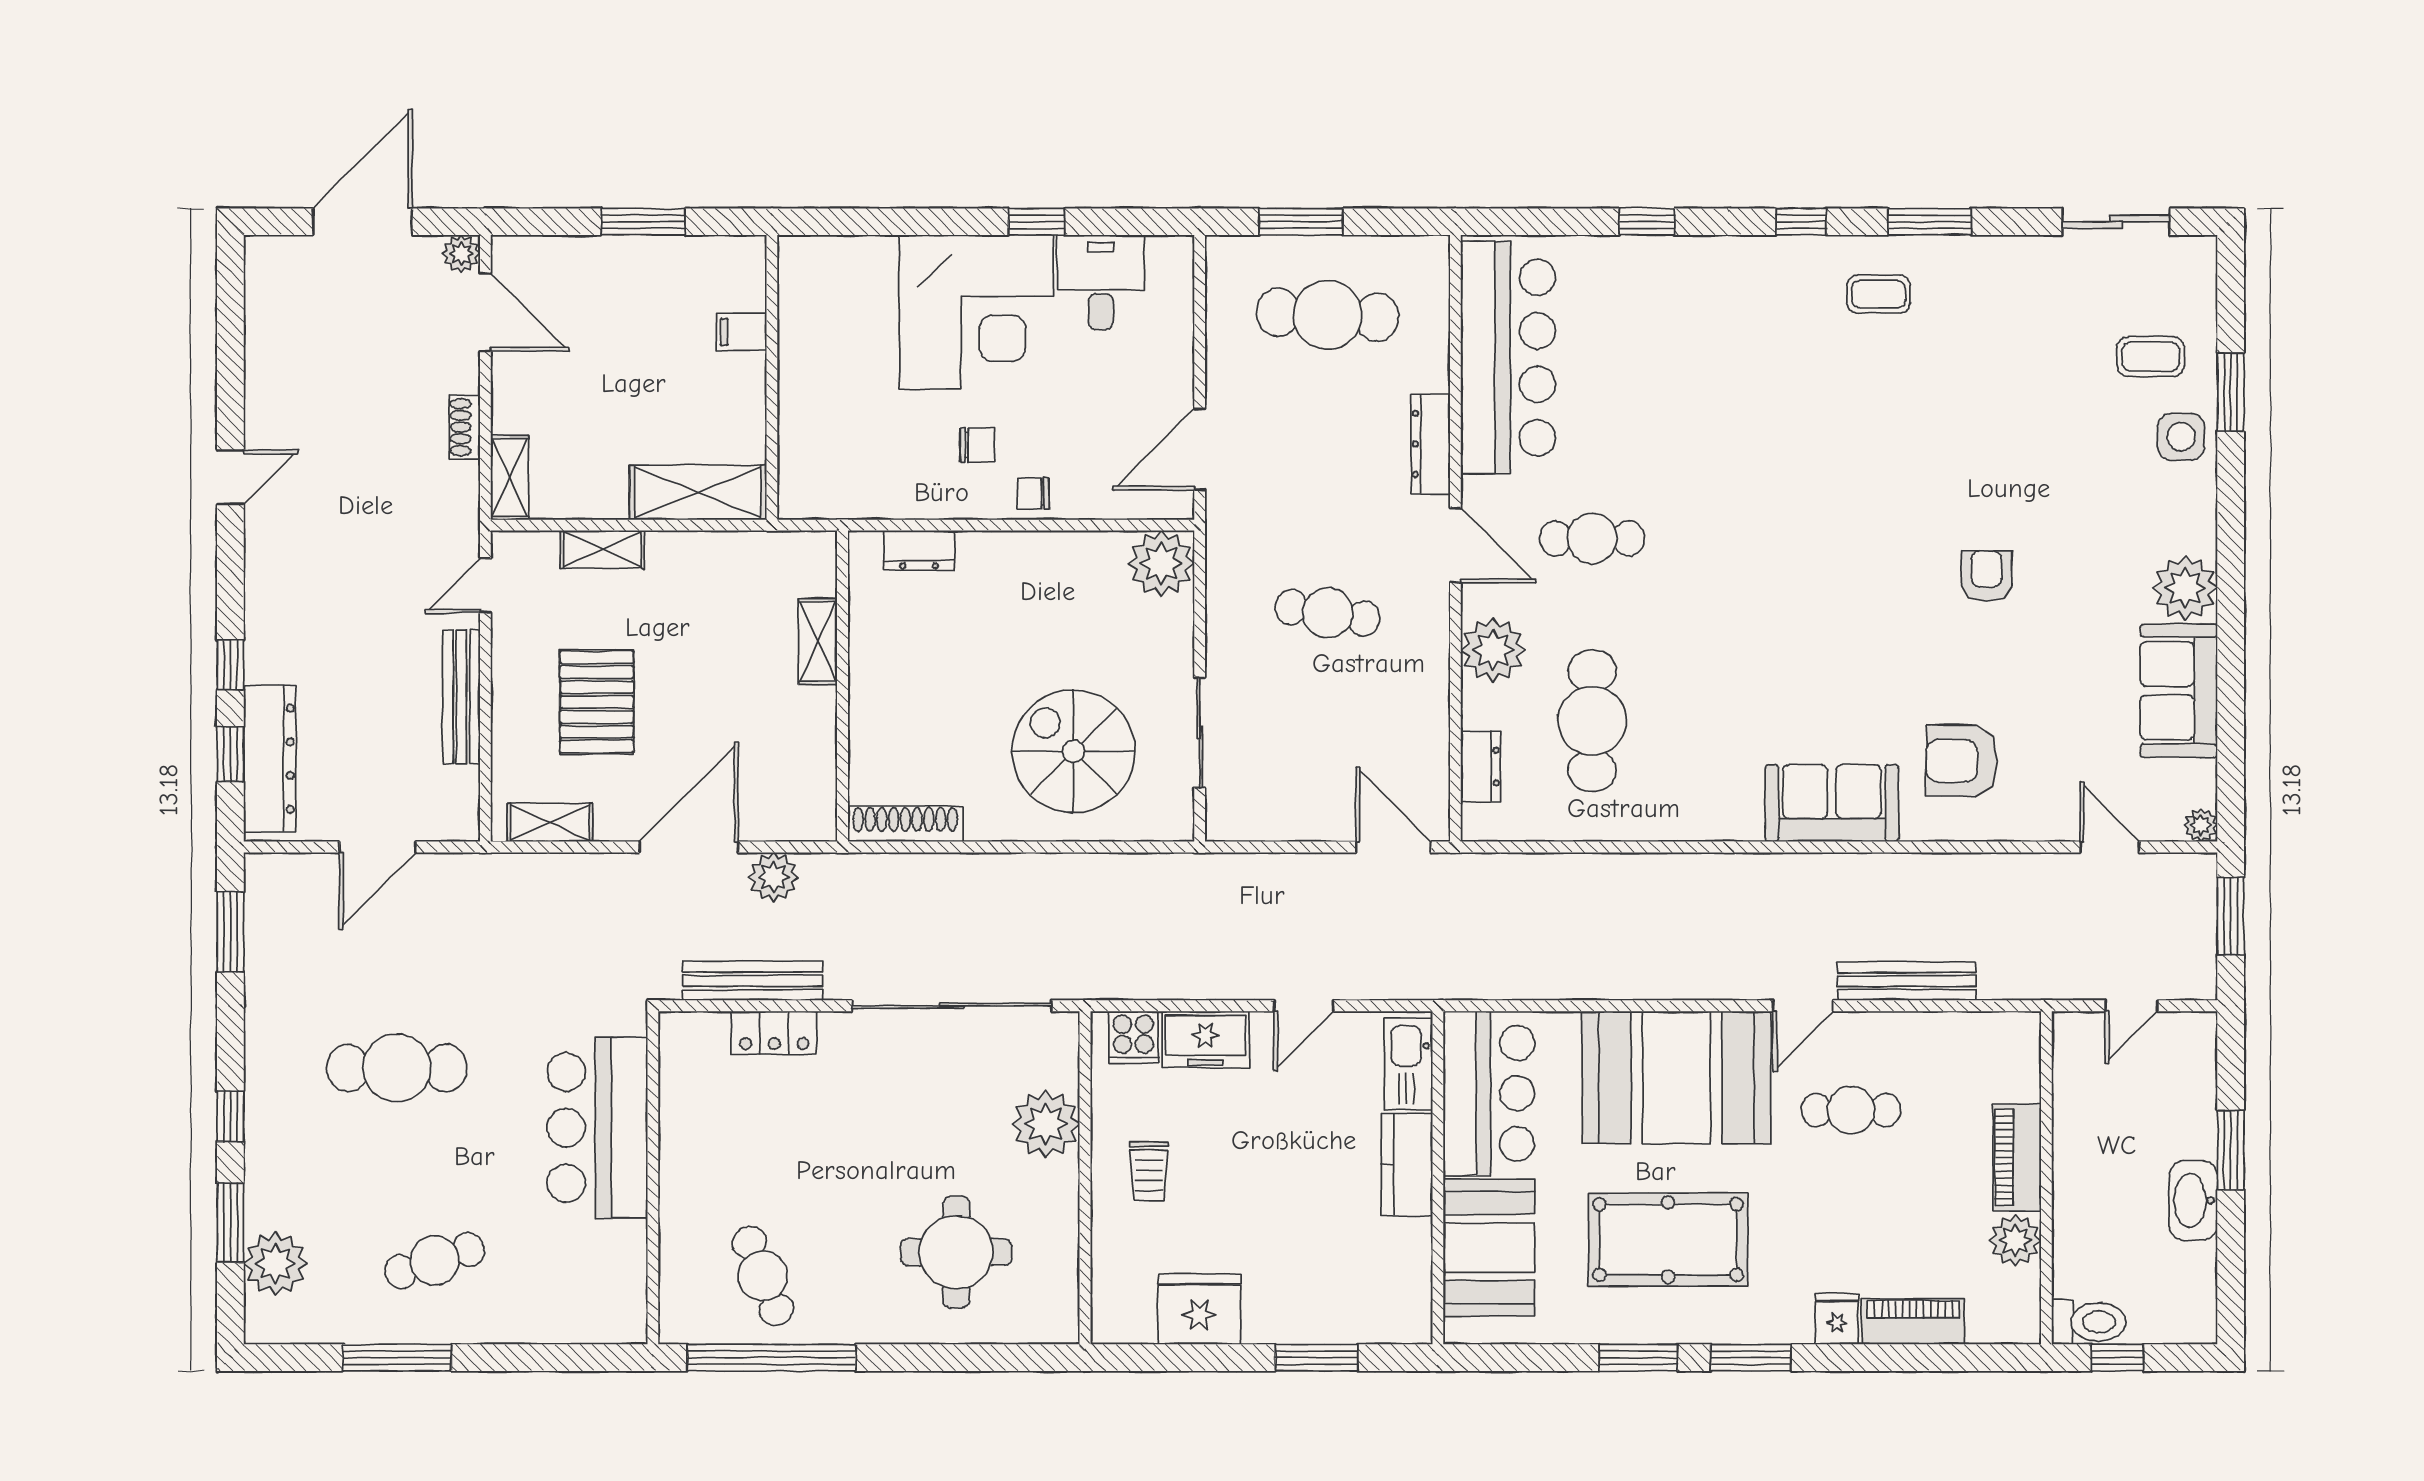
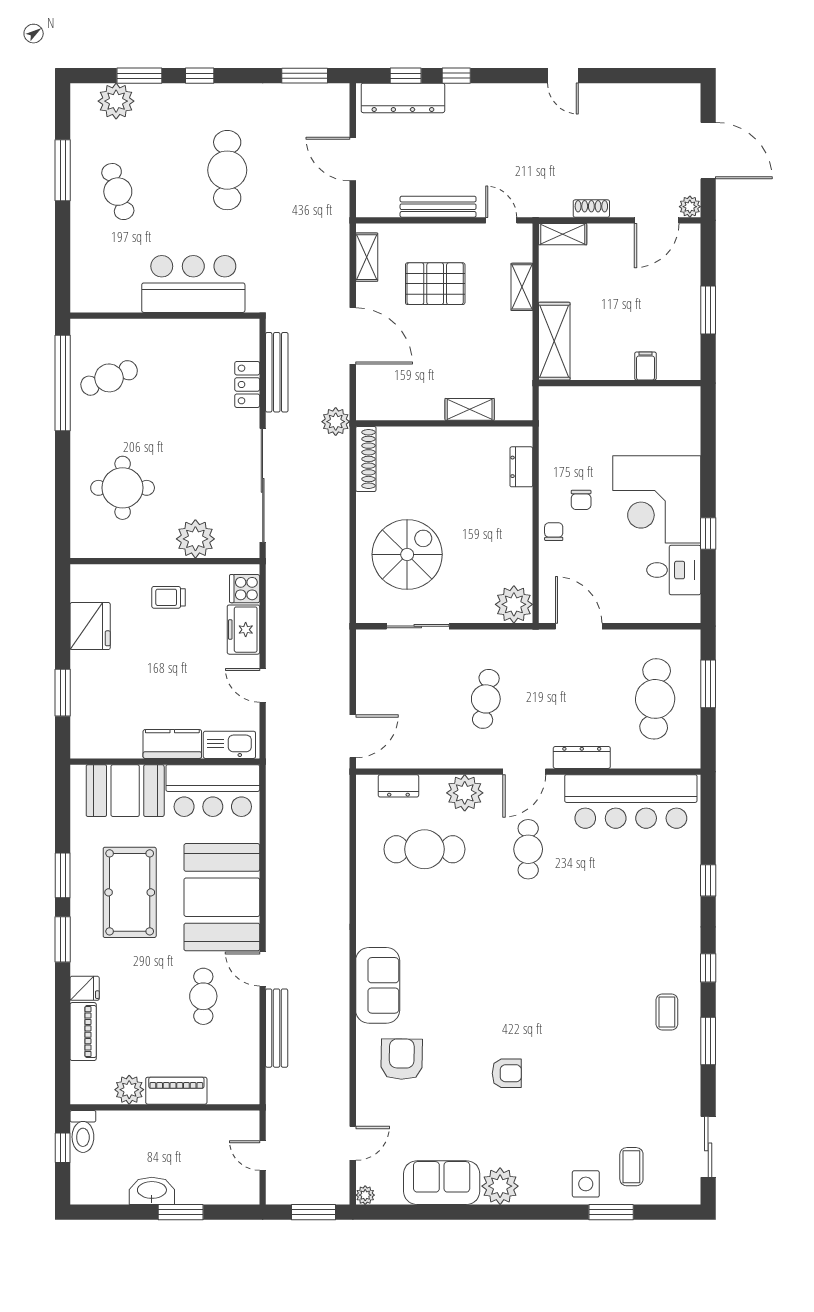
plant: (773, 877) -> (336, 422), moved

